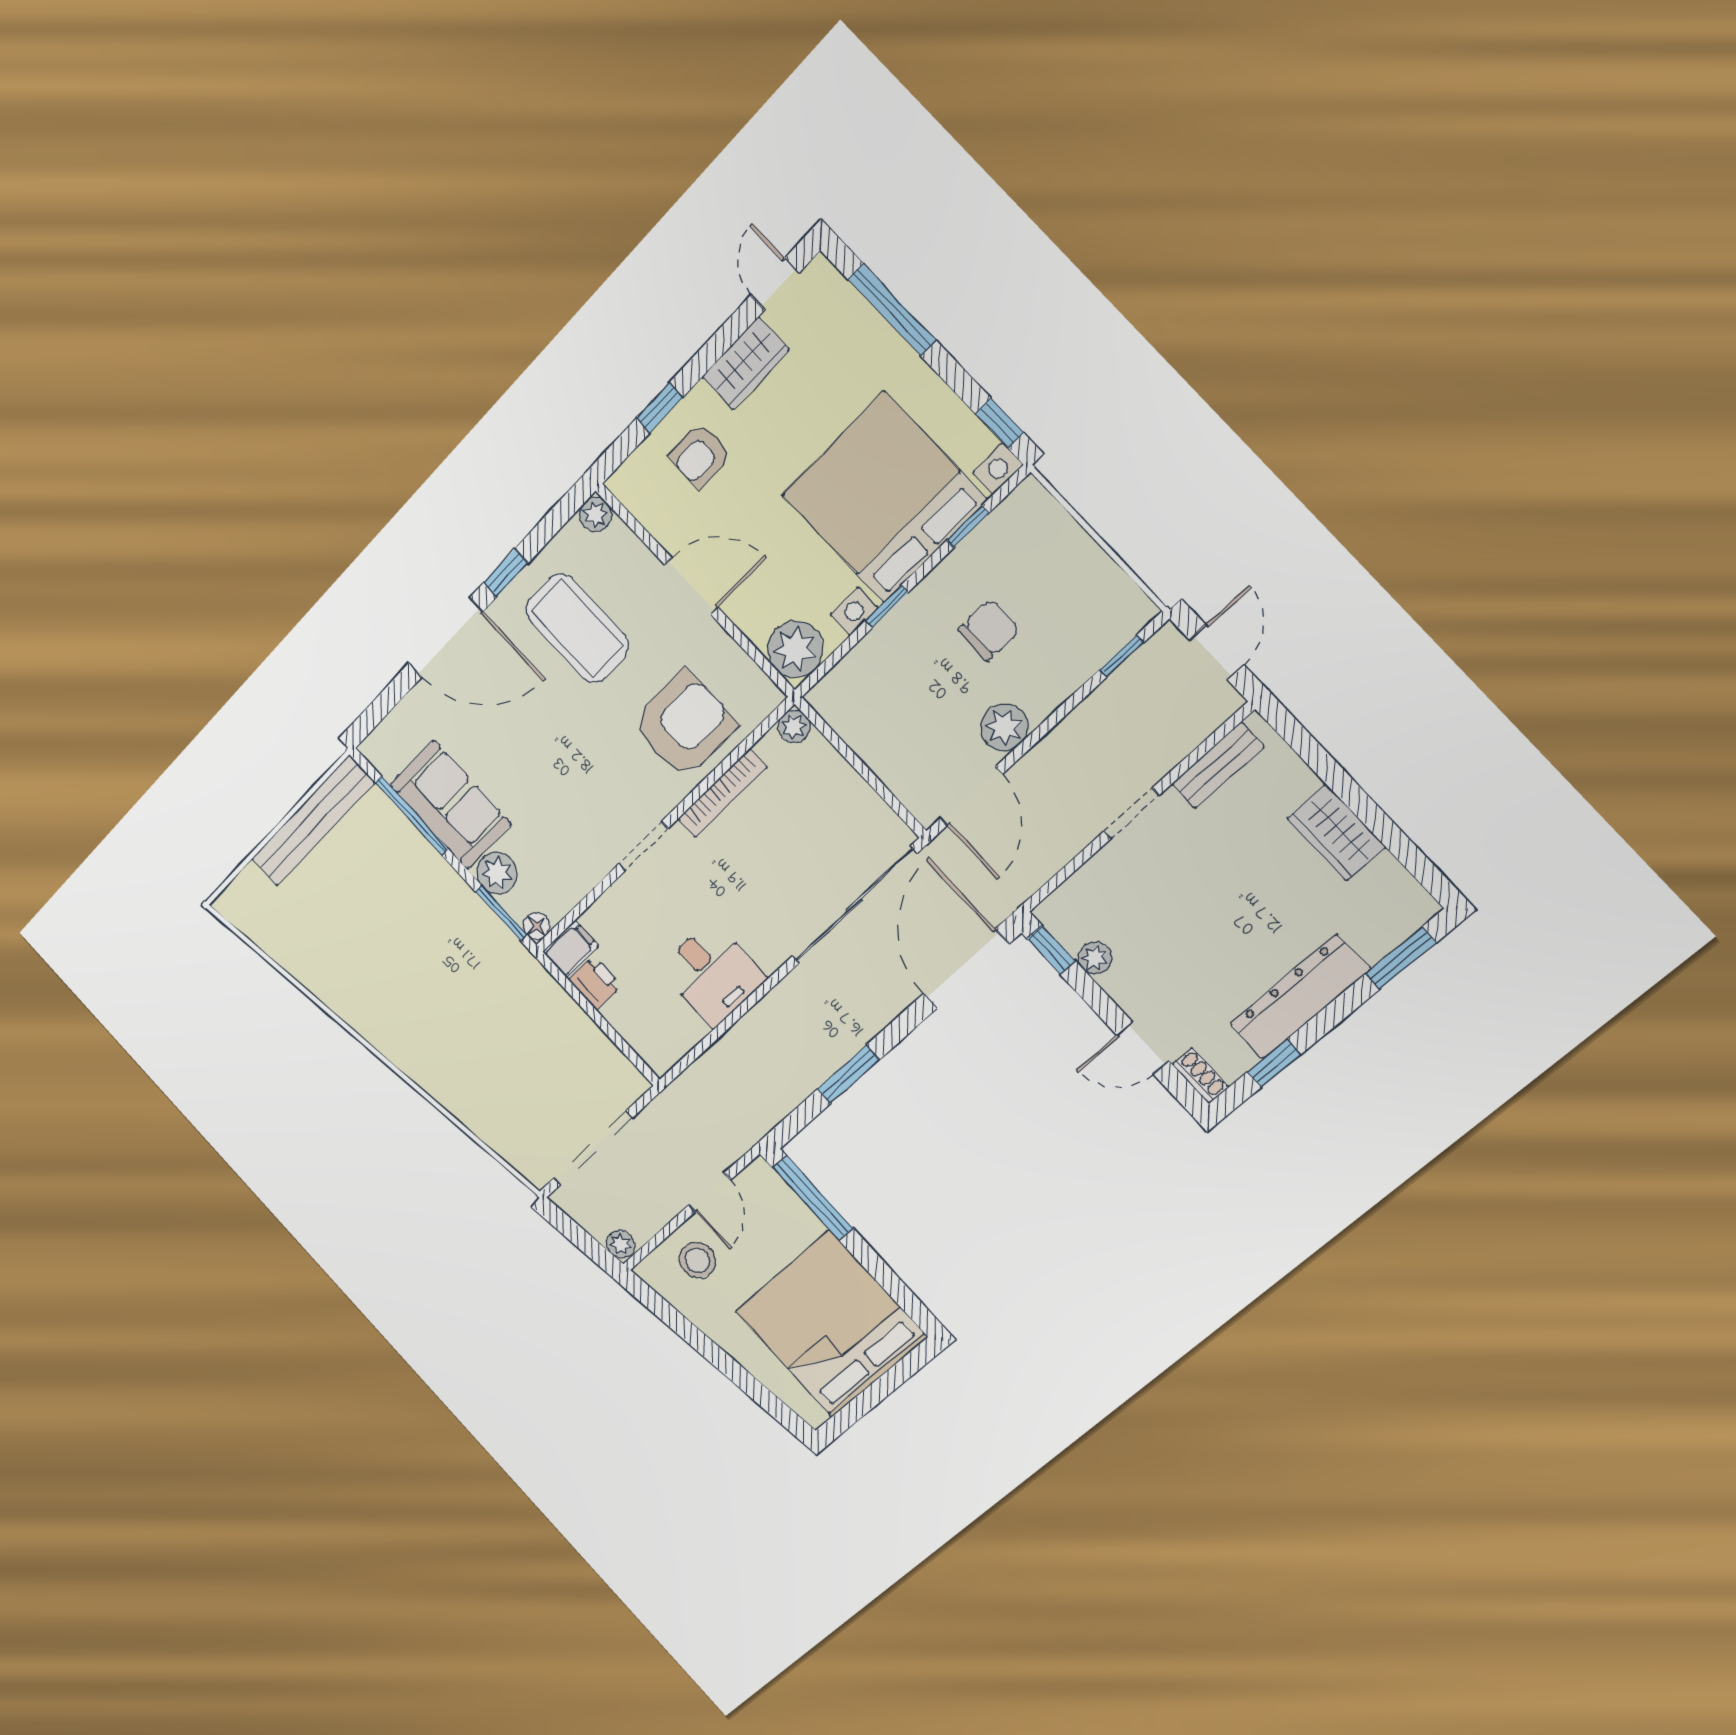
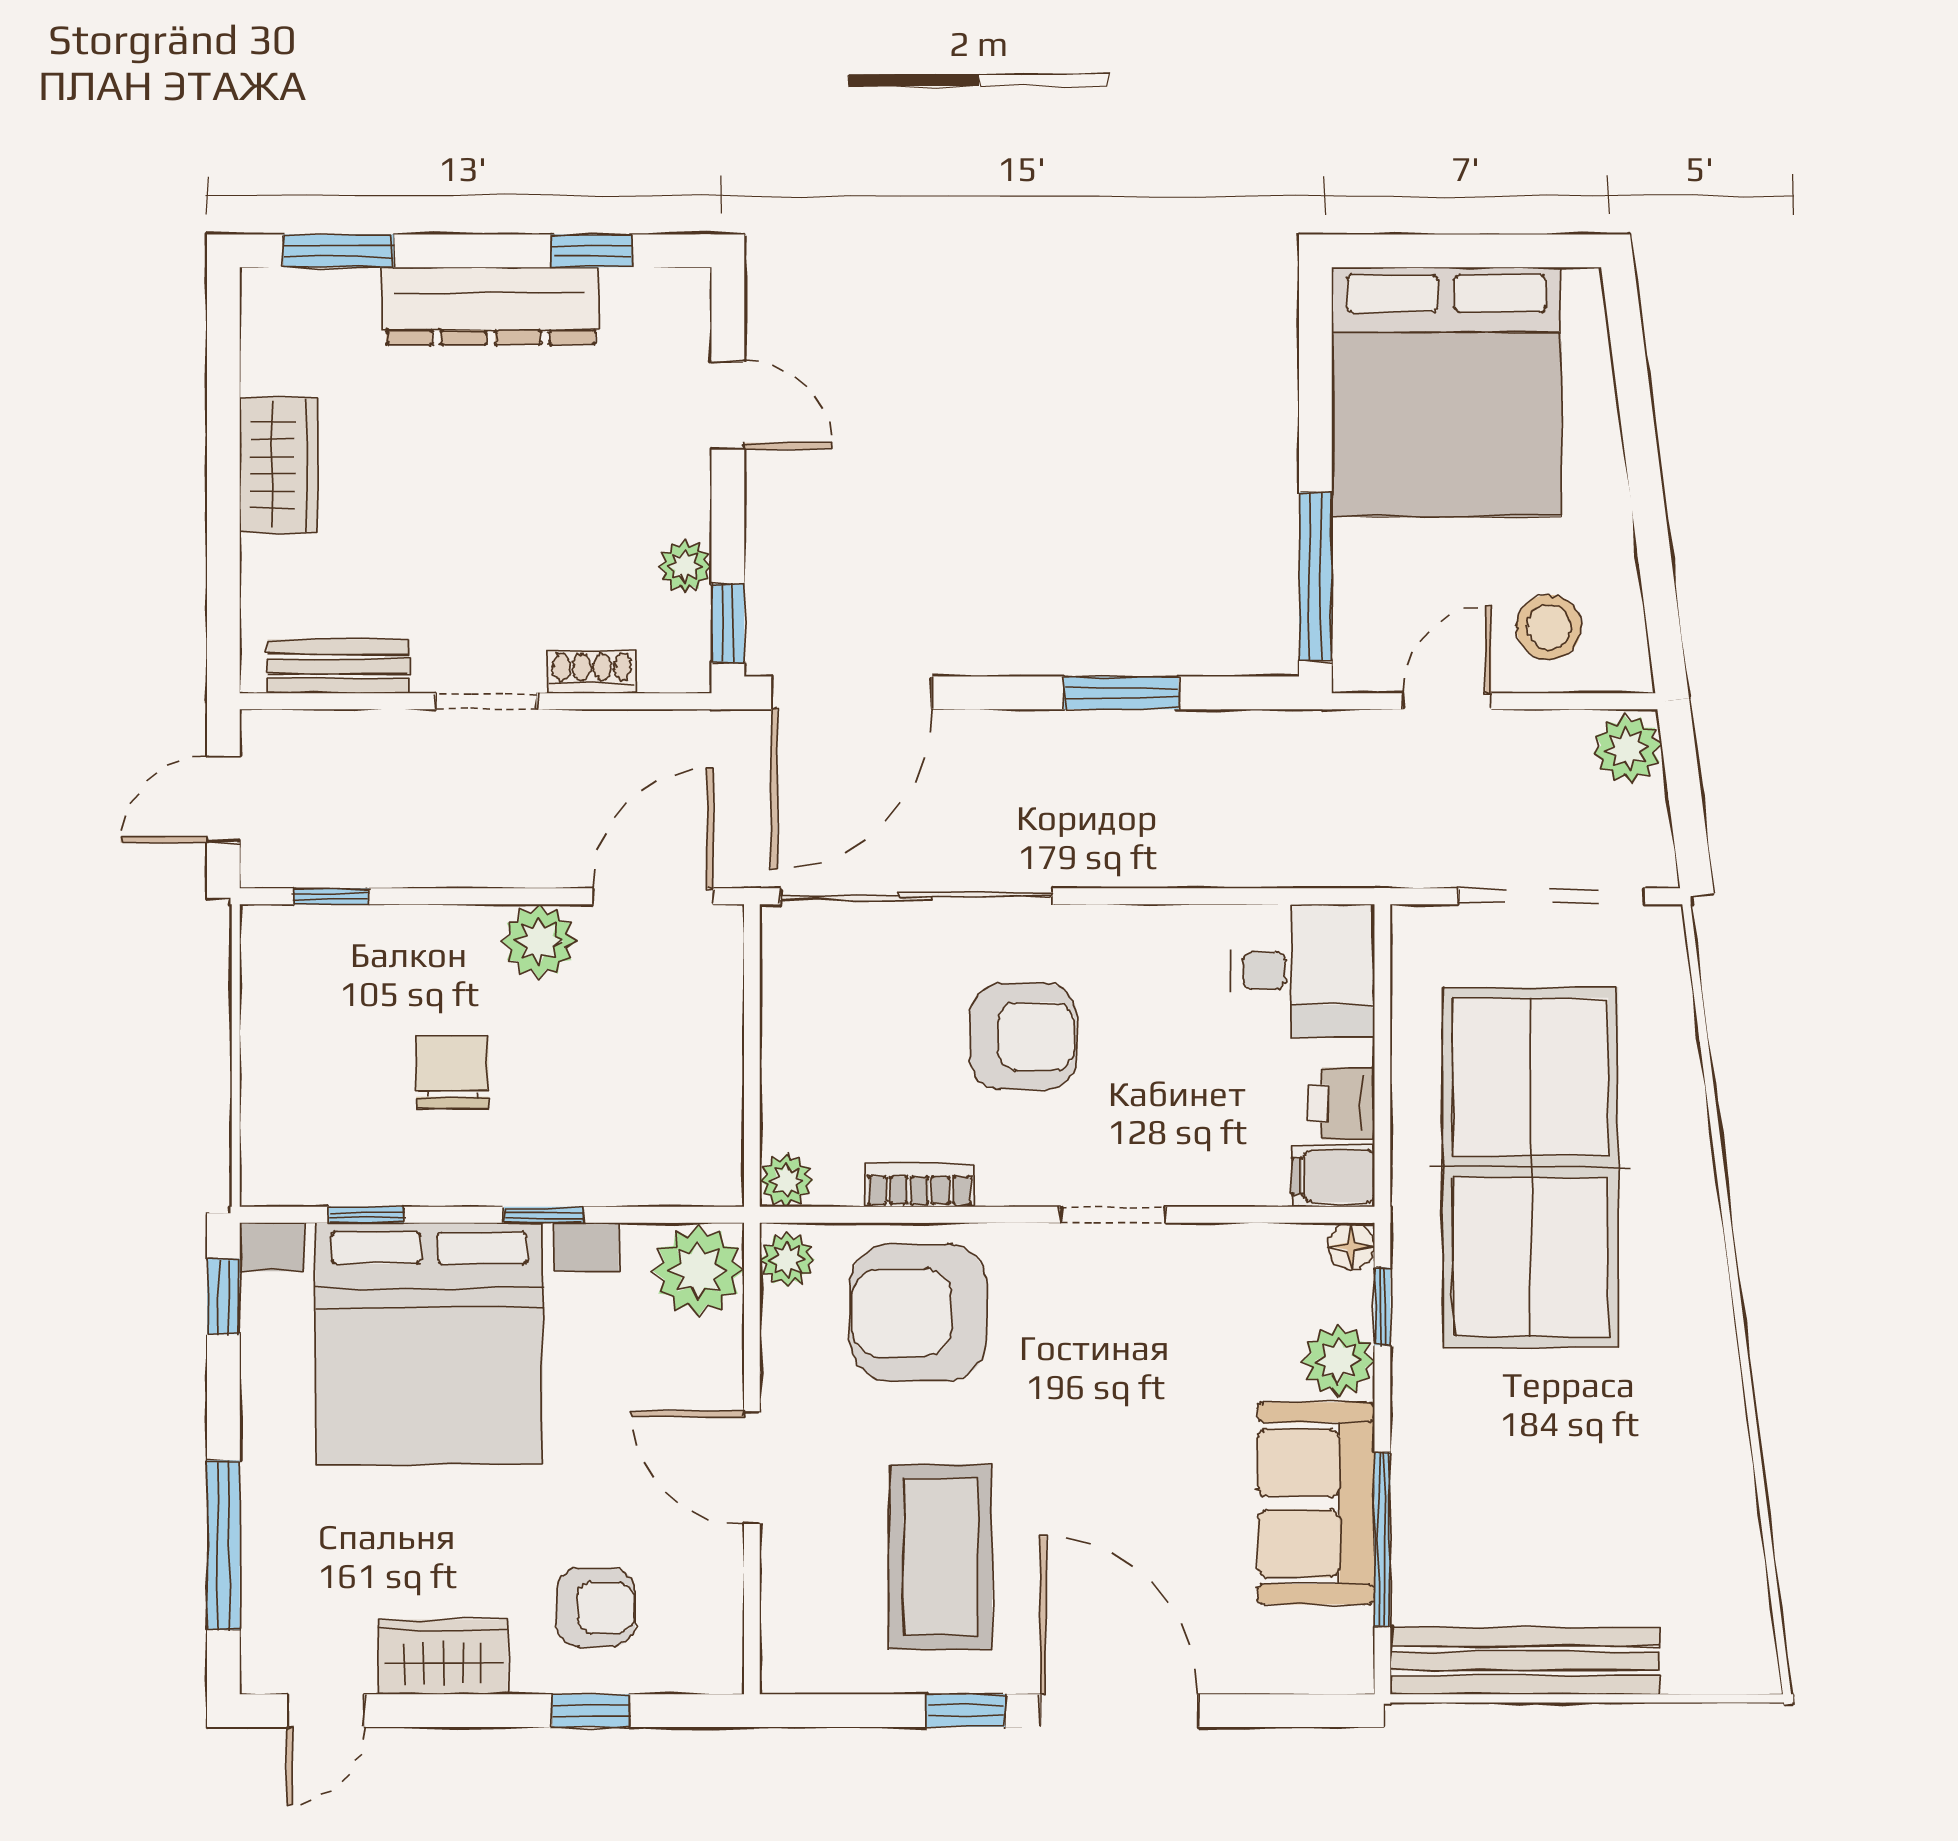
plant: (595, 515) -> (787, 1260), moved
chair: (989, 630) -> (452, 1072), turned 90
bookcase: (722, 793) -> (920, 1185), width x0.64
armchair: (752, 887) -> (1023, 1036), added
window: (501, 913) -> (1382, 1307), width x0.67
desk: (712, 974) -> (1303, 971), moved, turned 90
table tennis table: (498, 1027) -> (1530, 1167), added
shoe rack: (1200, 1076) -> (592, 672), moved, turned 90
plant: (621, 1244) -> (1628, 749), width x1.38, depth x1.38

